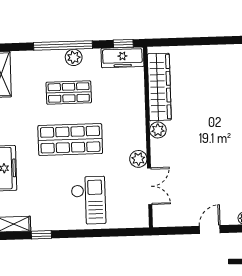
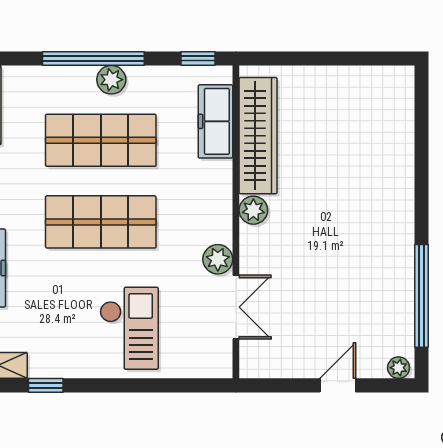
freezer: (122, 57) -> (216, 121), moved, turned 90
shop shelf: (69, 93) -> (101, 140), width x1.43, depth x1.36

